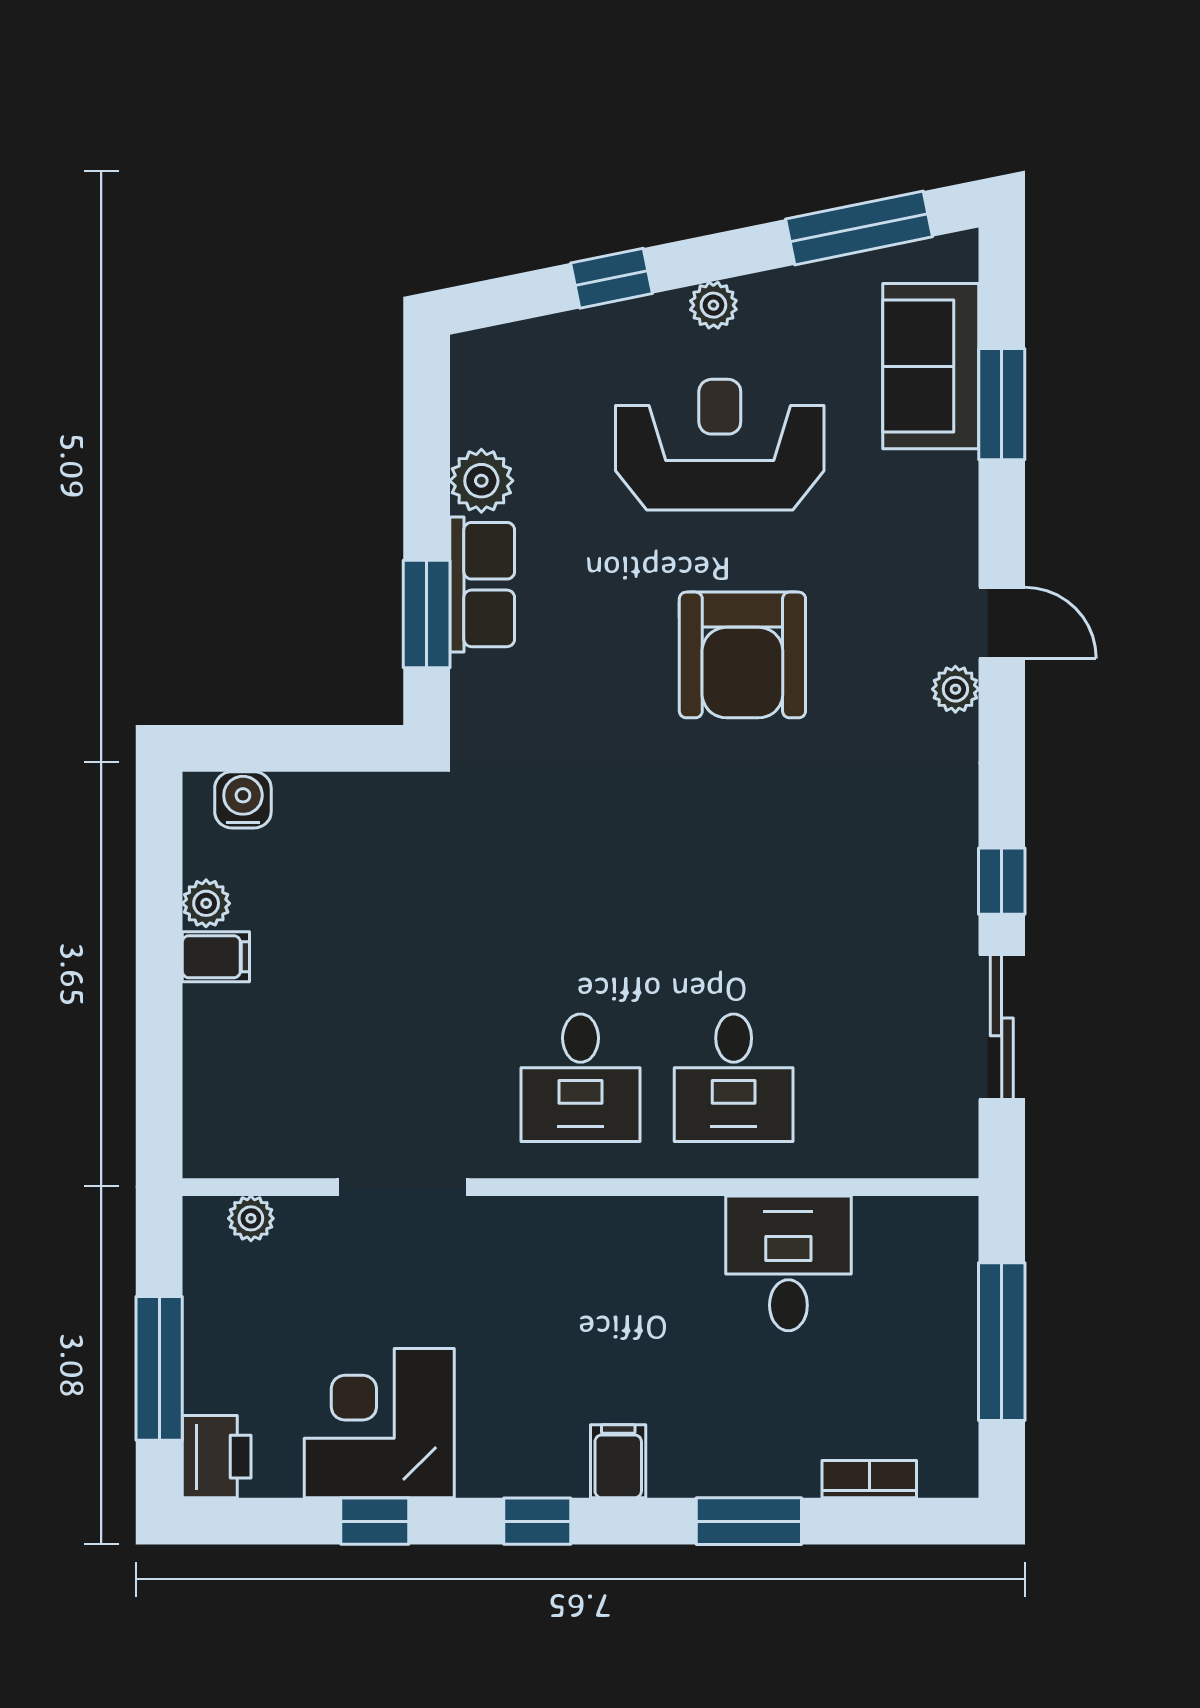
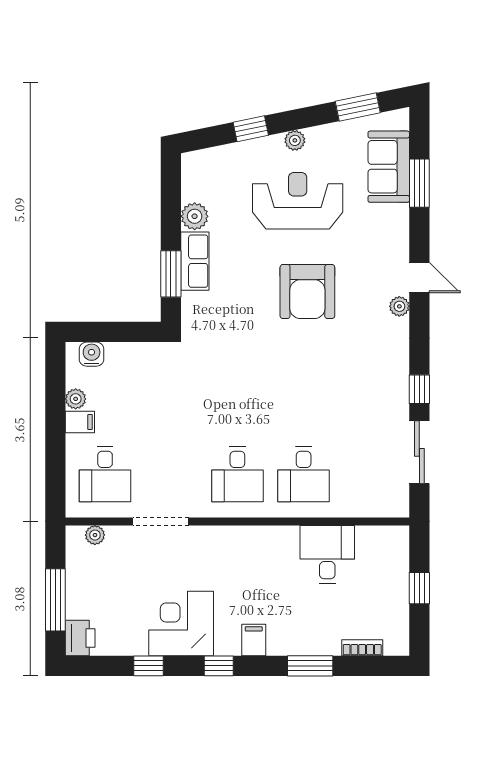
window: (859, 228) -> (358, 107), width x0.69
desk: (274, 1078) -> (105, 474), added
window: (1002, 1342) -> (419, 588), width x0.46
corner desk: (379, 1423) -> (181, 623), moved

